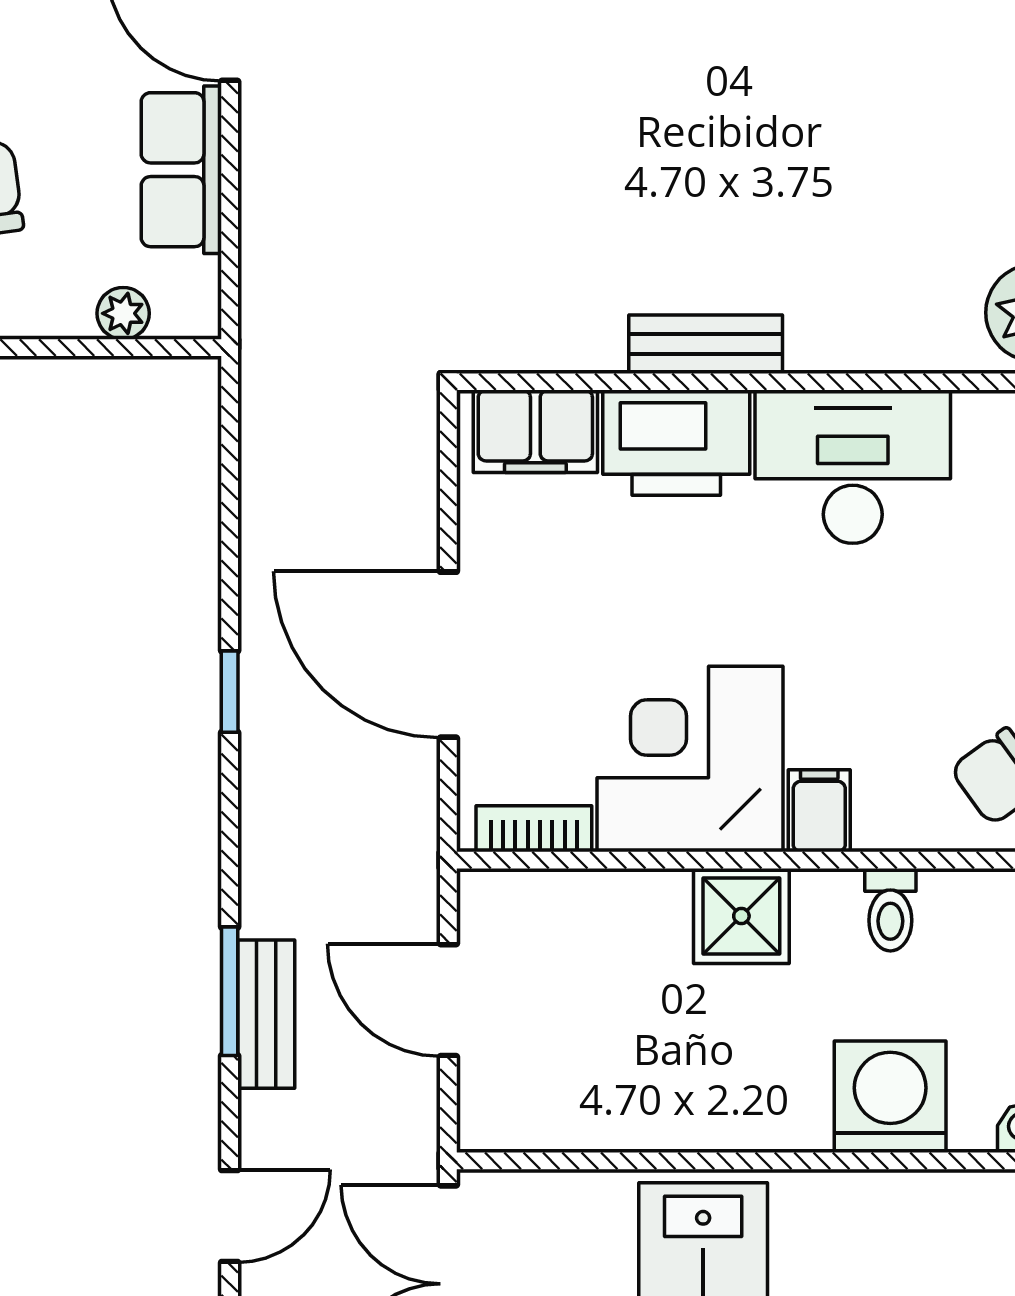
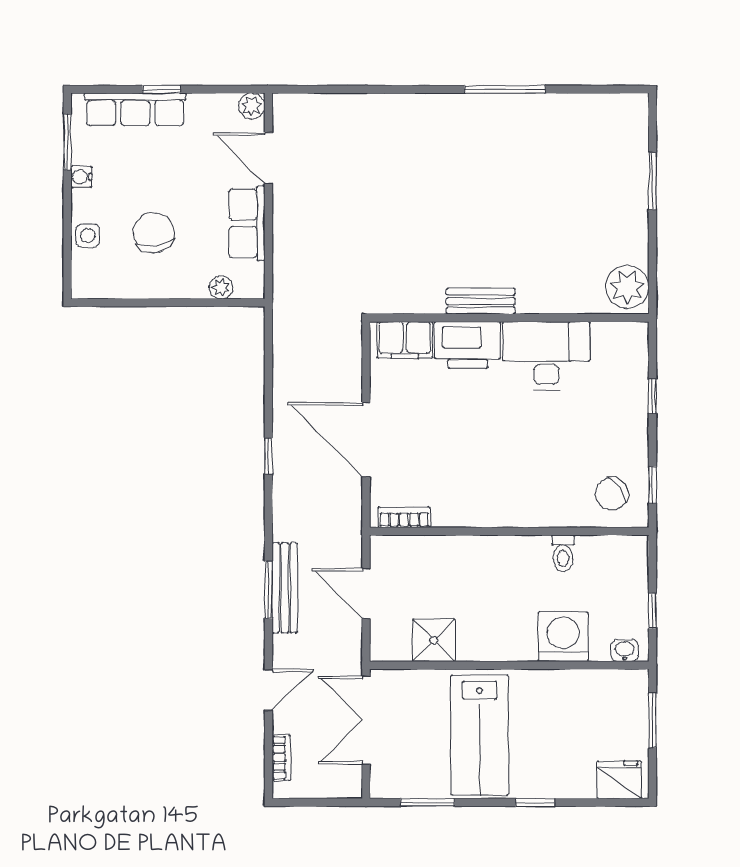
corner desk: (690, 759) -> (474, 486), removed
filing cabinet: (819, 811) -> (531, 509), removed
shower: (741, 916) -> (434, 640), moved
bench: (266, 1014) -> (285, 588), width x1.36

